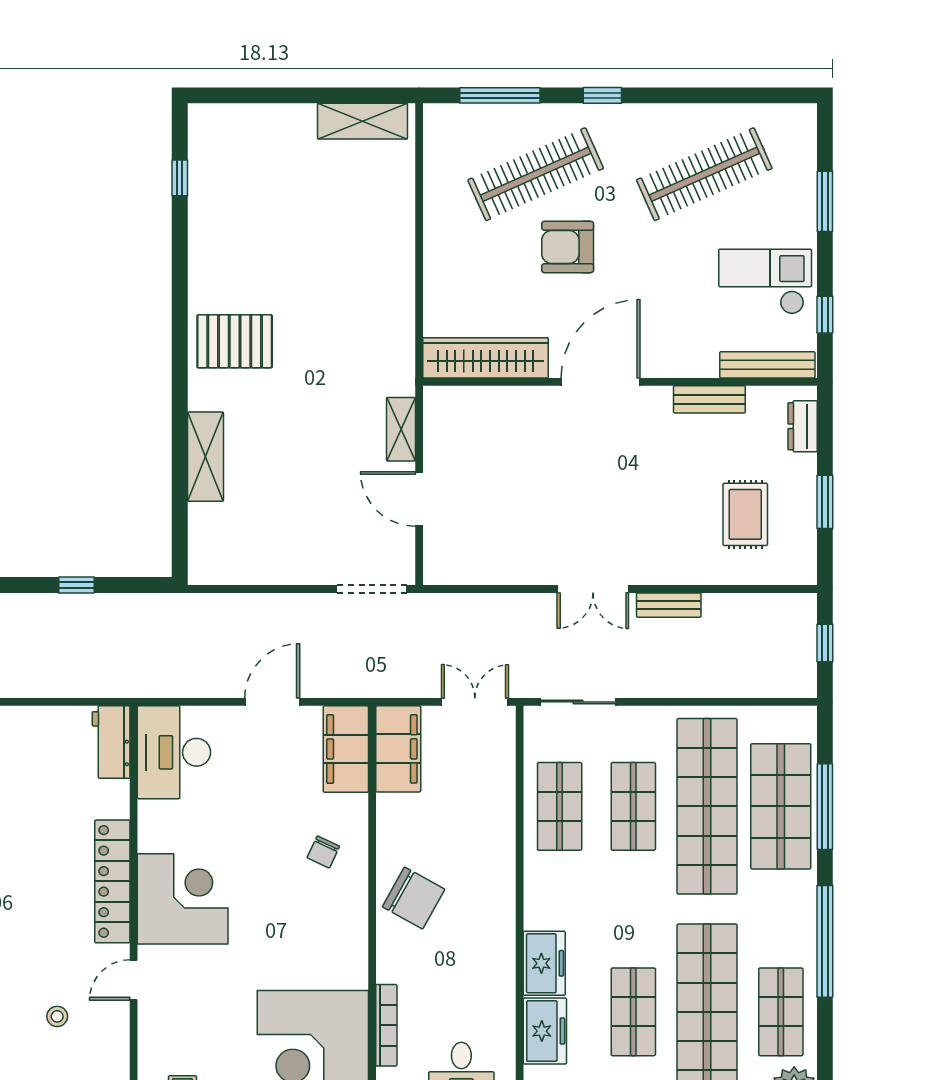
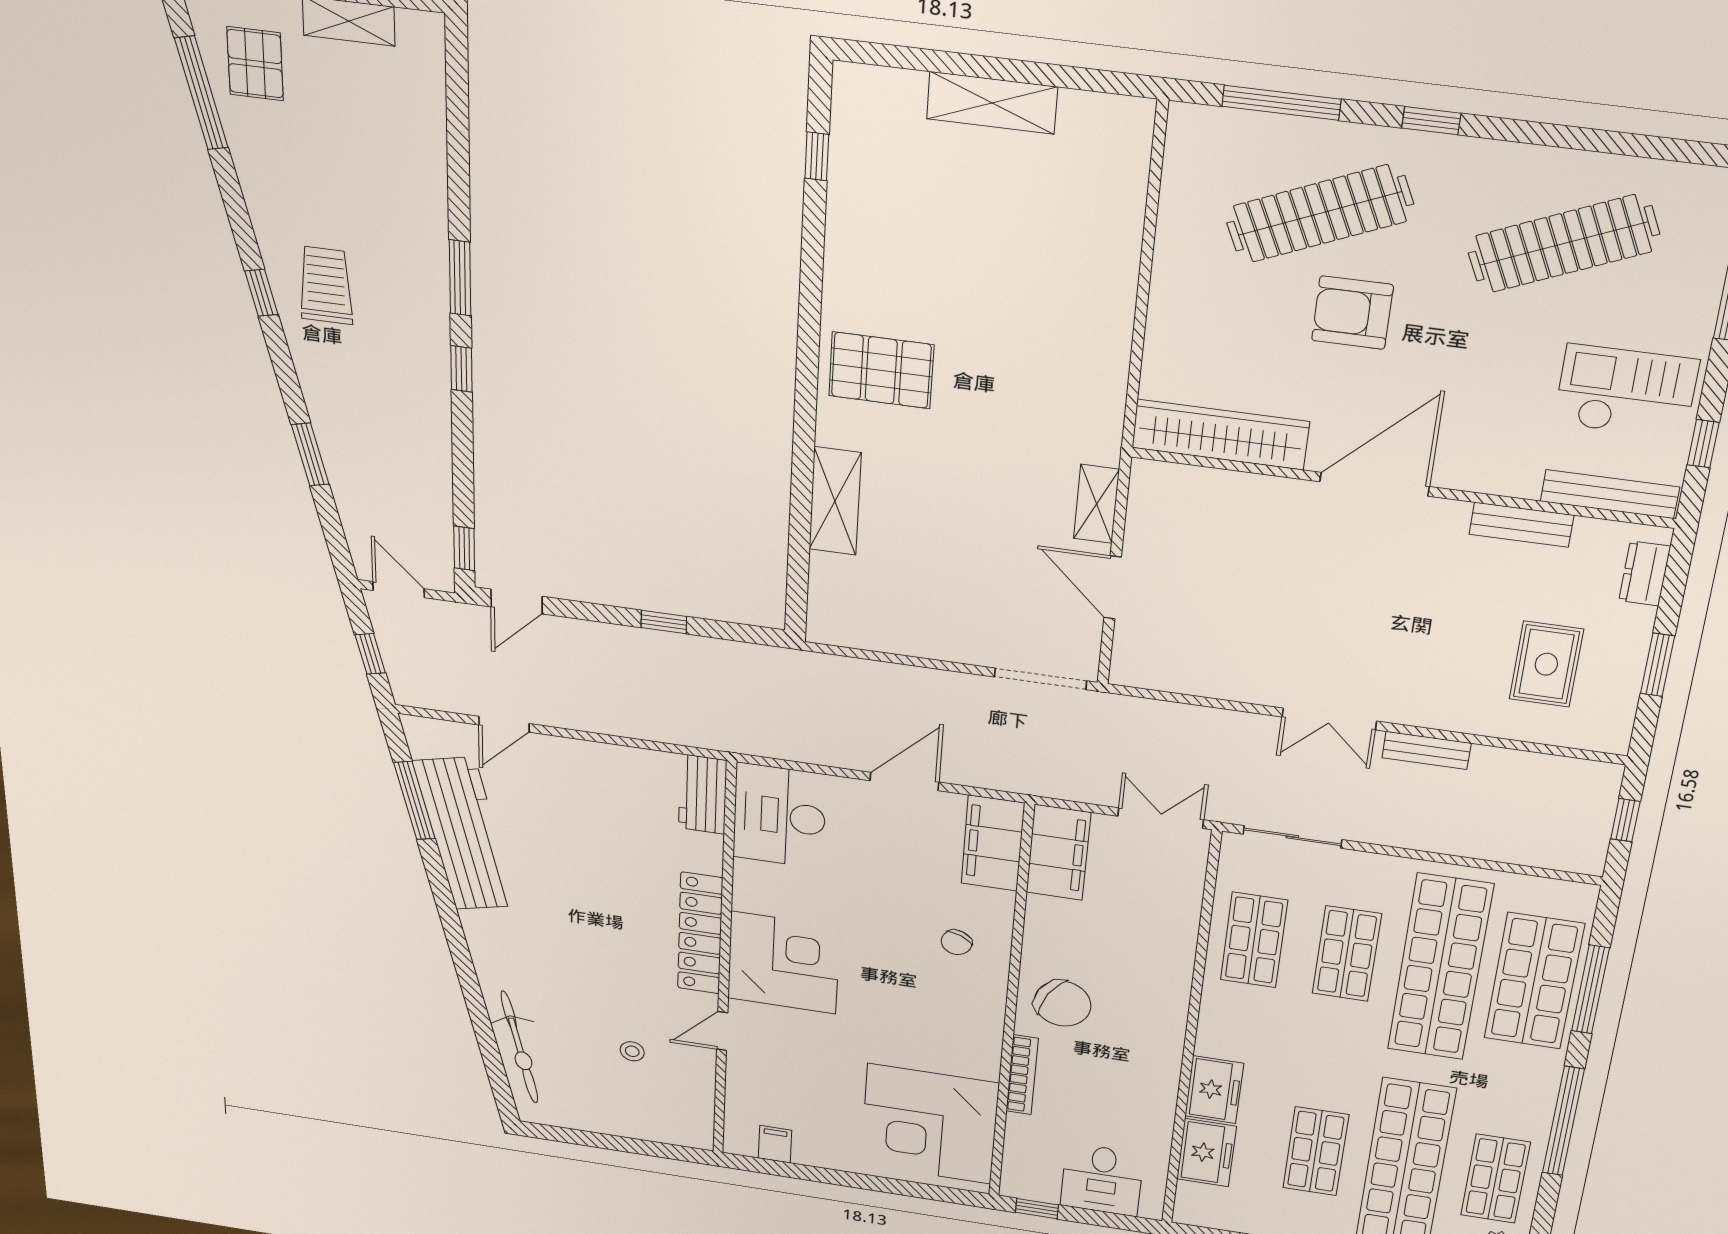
shelving: (362, 121) -> (992, 103), moved
bookcase: (386, 1025) -> (1022, 1075), moved

